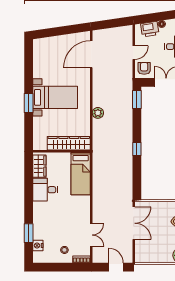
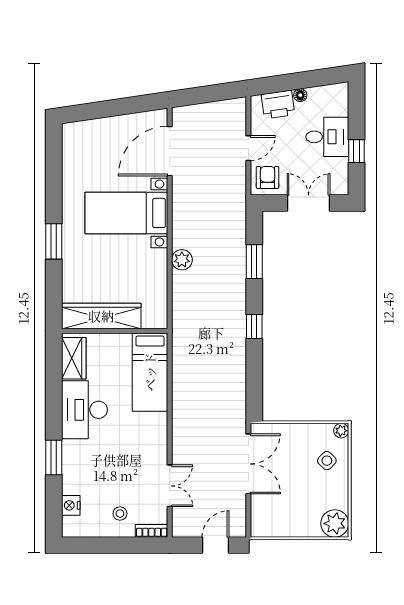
bed with nightstands: (55, 97) -> (126, 213), moved, turned 180
window: (137, 100) -> (254, 262), moved
wardrobe: (69, 143) -> (101, 316), moved
desk: (45, 190) -> (84, 410), width x1.37
window: (29, 233) -> (54, 458), moved
door: (116, 267) -> (216, 545), hinge flipped

